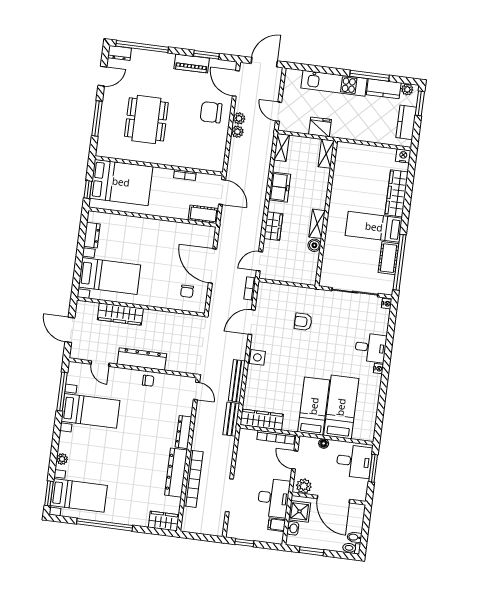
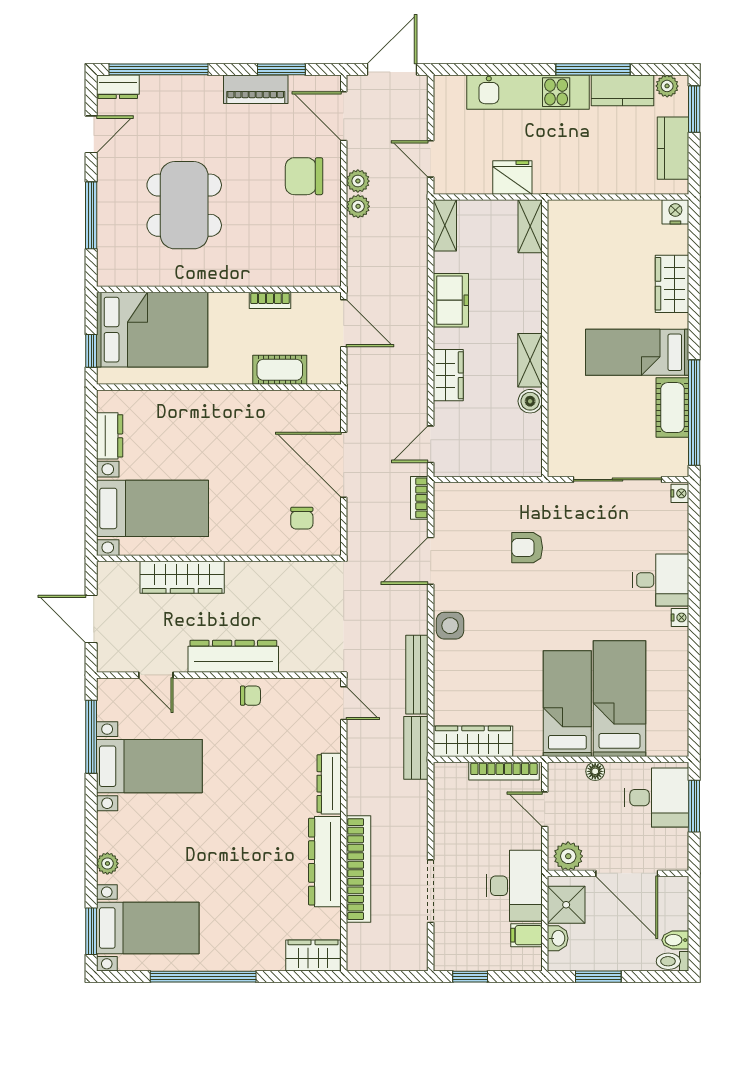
wardrobe: (397, 193) -> (672, 284), width x0.67
cot: (203, 214) -> (280, 370), moved

